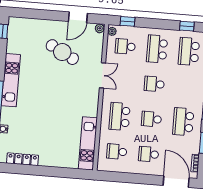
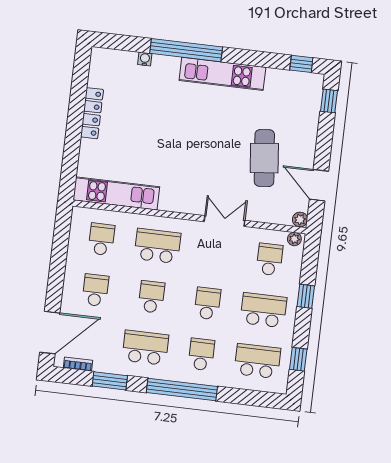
window: (25, 13) -> (329, 101), added
window: (128, 21) -> (306, 296), moved
cafe table: (62, 52) -> (264, 158), turned -34
double door: (102, 75) -> (224, 221), swing flipped
school desk: (186, 87) -> (201, 354), added
locker: (22, 159) -> (92, 113), moved

